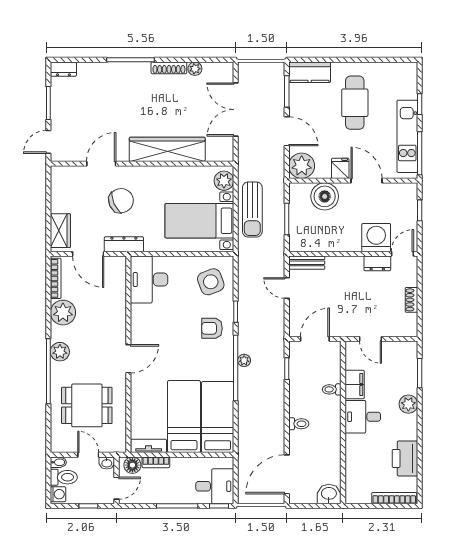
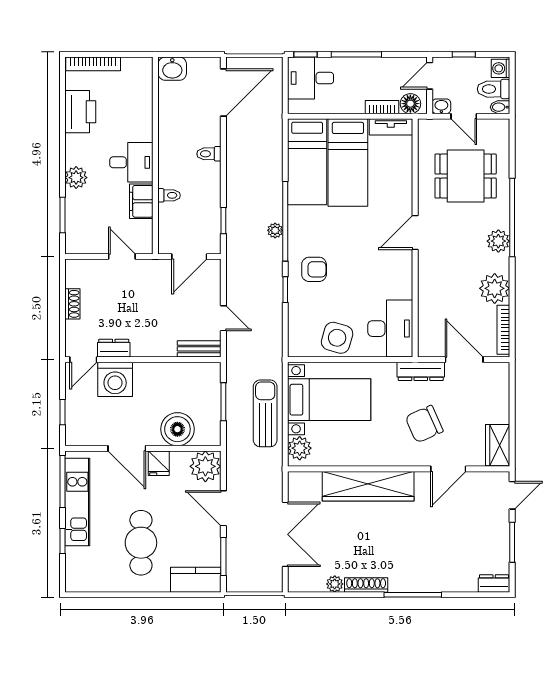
wardrobe: (60, 231) -> (498, 445), moved
side table: (211, 282) -> (337, 338), moved, turned 37

